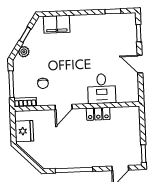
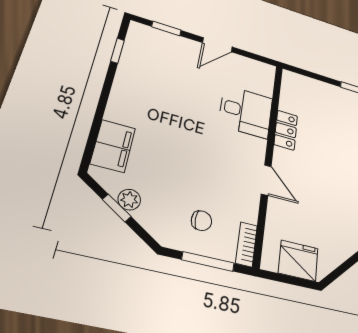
plant: (24, 52) -> (129, 200), moved
chair: (43, 83) -> (201, 221), moved

